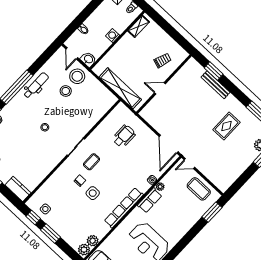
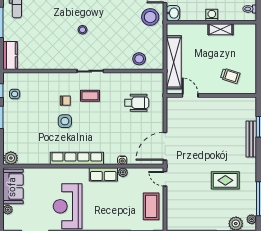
shelving: (139, 26) -> (220, 29), moved
door: (160, 88) -> (190, 95), moved
stool: (66, 91) -> (139, 59), moved
plant: (93, 241) -> (25, 158), removed

